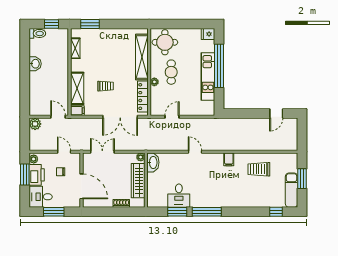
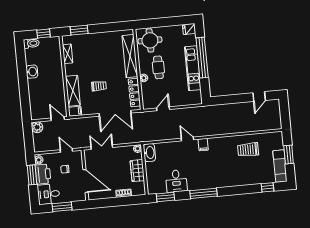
filing cabinet: (229, 159) -> (203, 145), moved
wardrobe: (138, 181) -> (137, 171), width x0.67
window: (177, 212) -> (165, 197), moved

